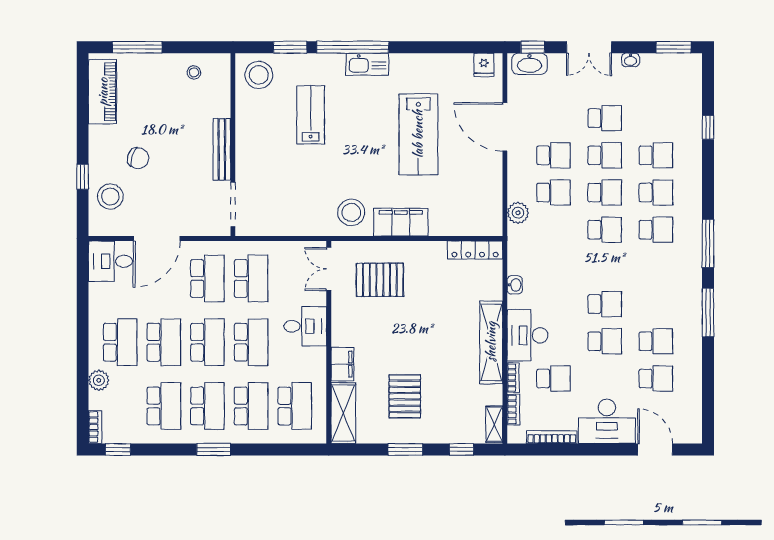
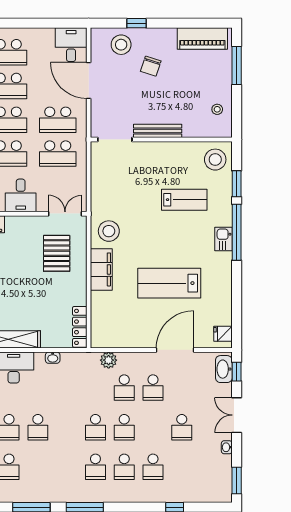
kitchen sink: (367, 64) -> (223, 239), width x0.73
school desk: (605, 155) -> (153, 427), removed

